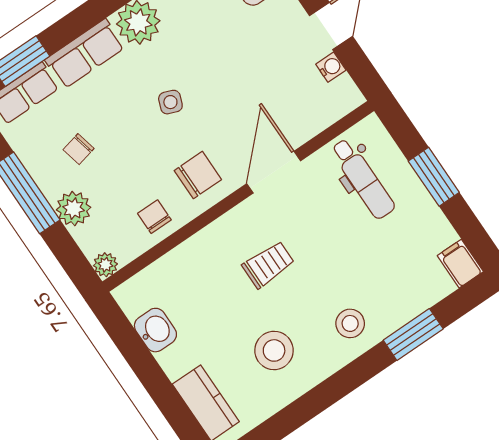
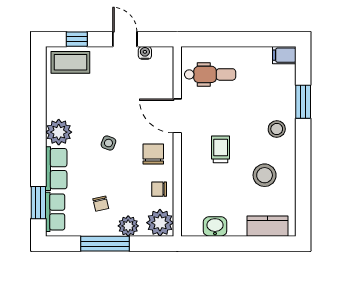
window: (434, 177) -> (233, 39), removed
plant: (105, 265) -> (160, 223), width x1.87, depth x1.87

